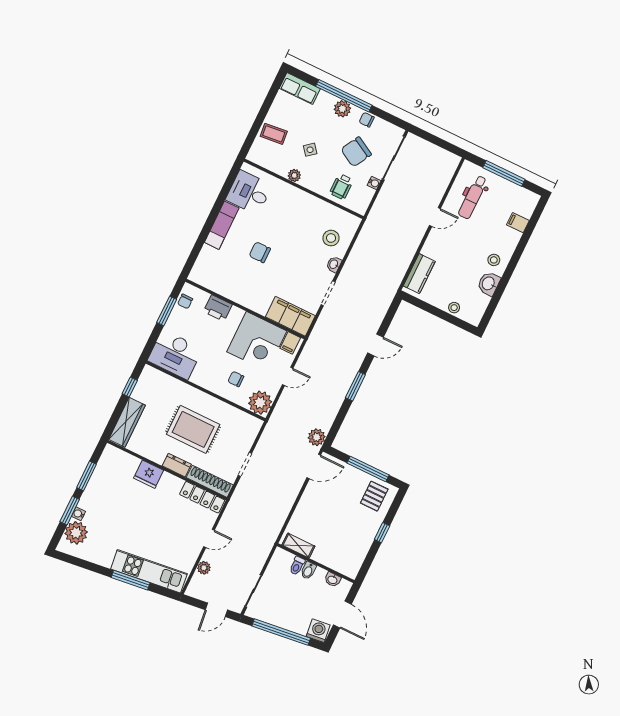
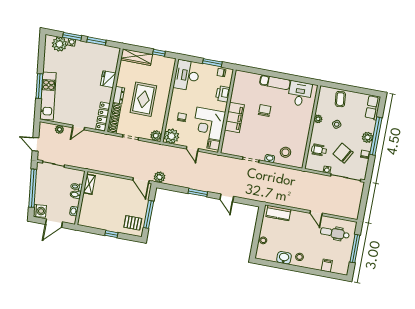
filing cabinet: (290, 316) -> (234, 117), moved
plant: (253, 426) -> (156, 136), added
door: (209, 538) -> (79, 128), hinge flipped

